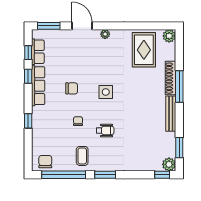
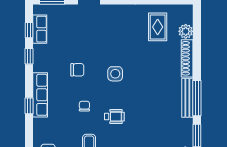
plant: (105, 34) -> (114, 10), removed
plant: (169, 36) -> (186, 31), moved
rug: (144, 50) -> (158, 27), width x0.73, depth x0.70
row of seats: (38, 86) -> (40, 95), moved
window: (179, 86) -> (197, 98), moved

